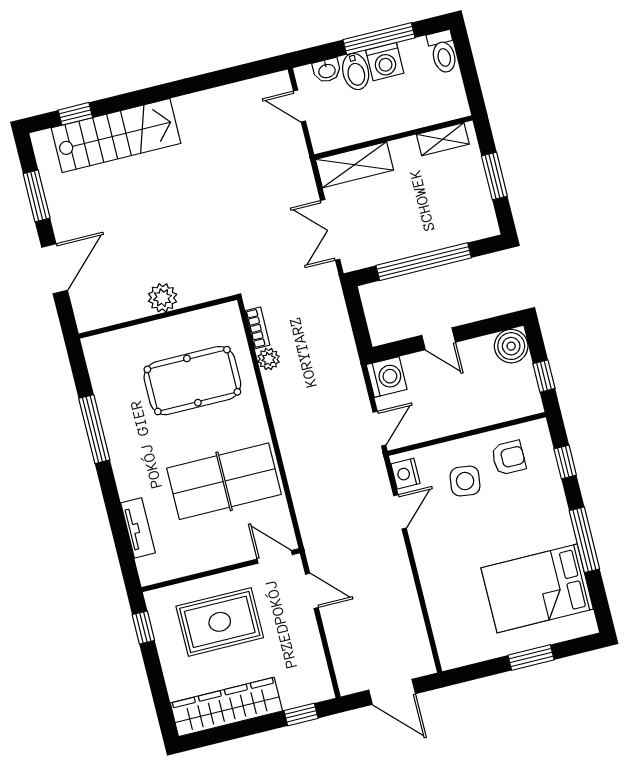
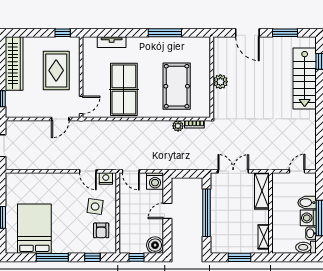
washbasin: (327, 70) -> (311, 233), moved

